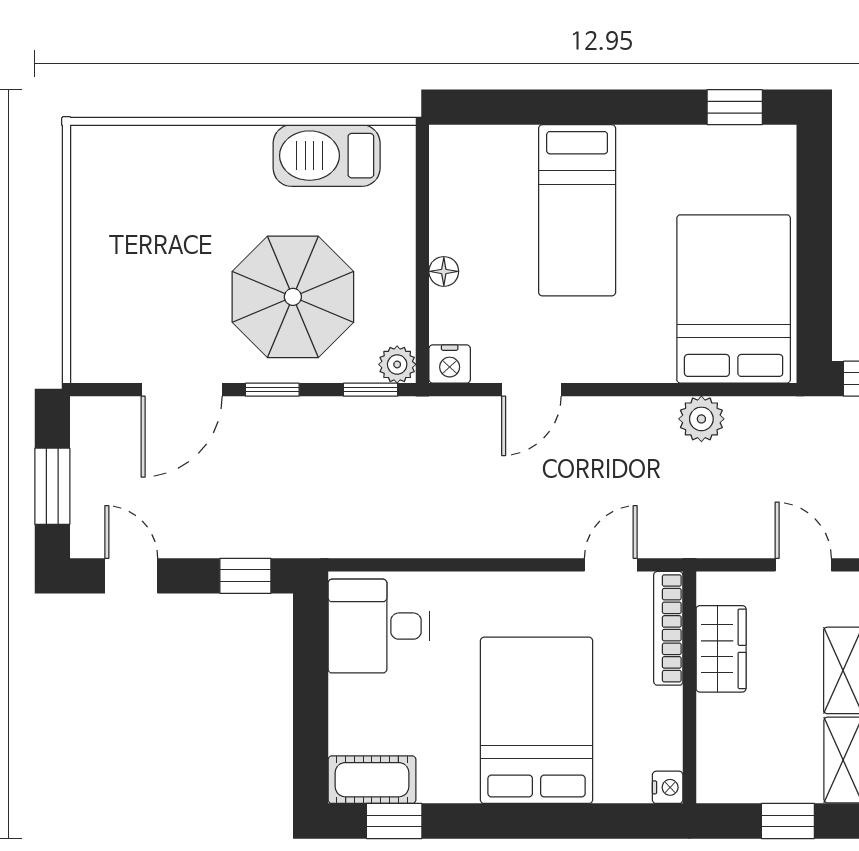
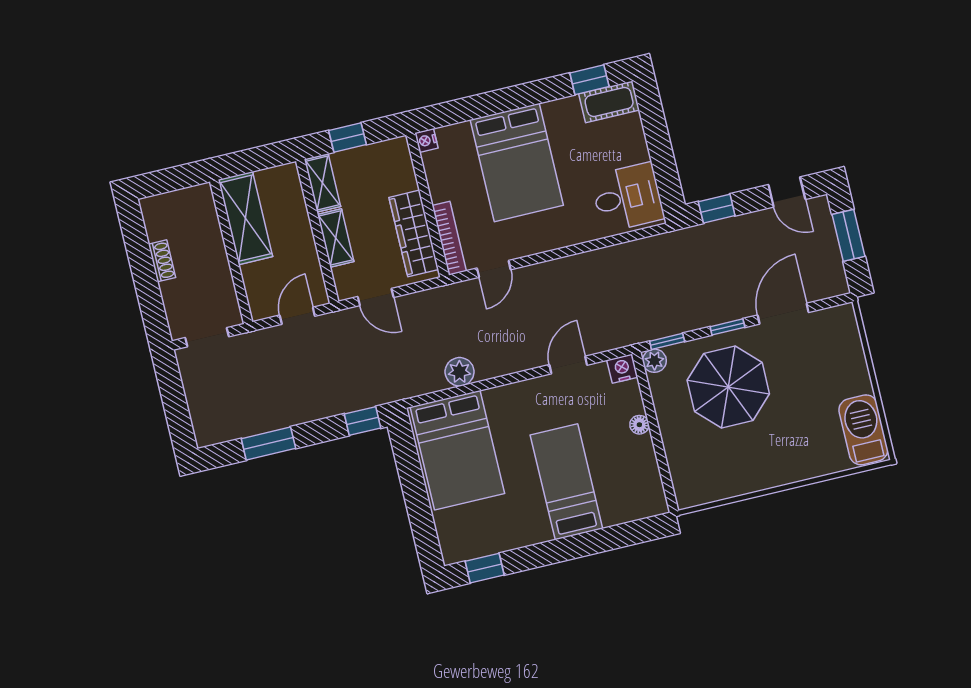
barbecue: (327, 156) -> (863, 430), moved, turned -90
wardrobe: (721, 649) -> (414, 233), width x1.50

